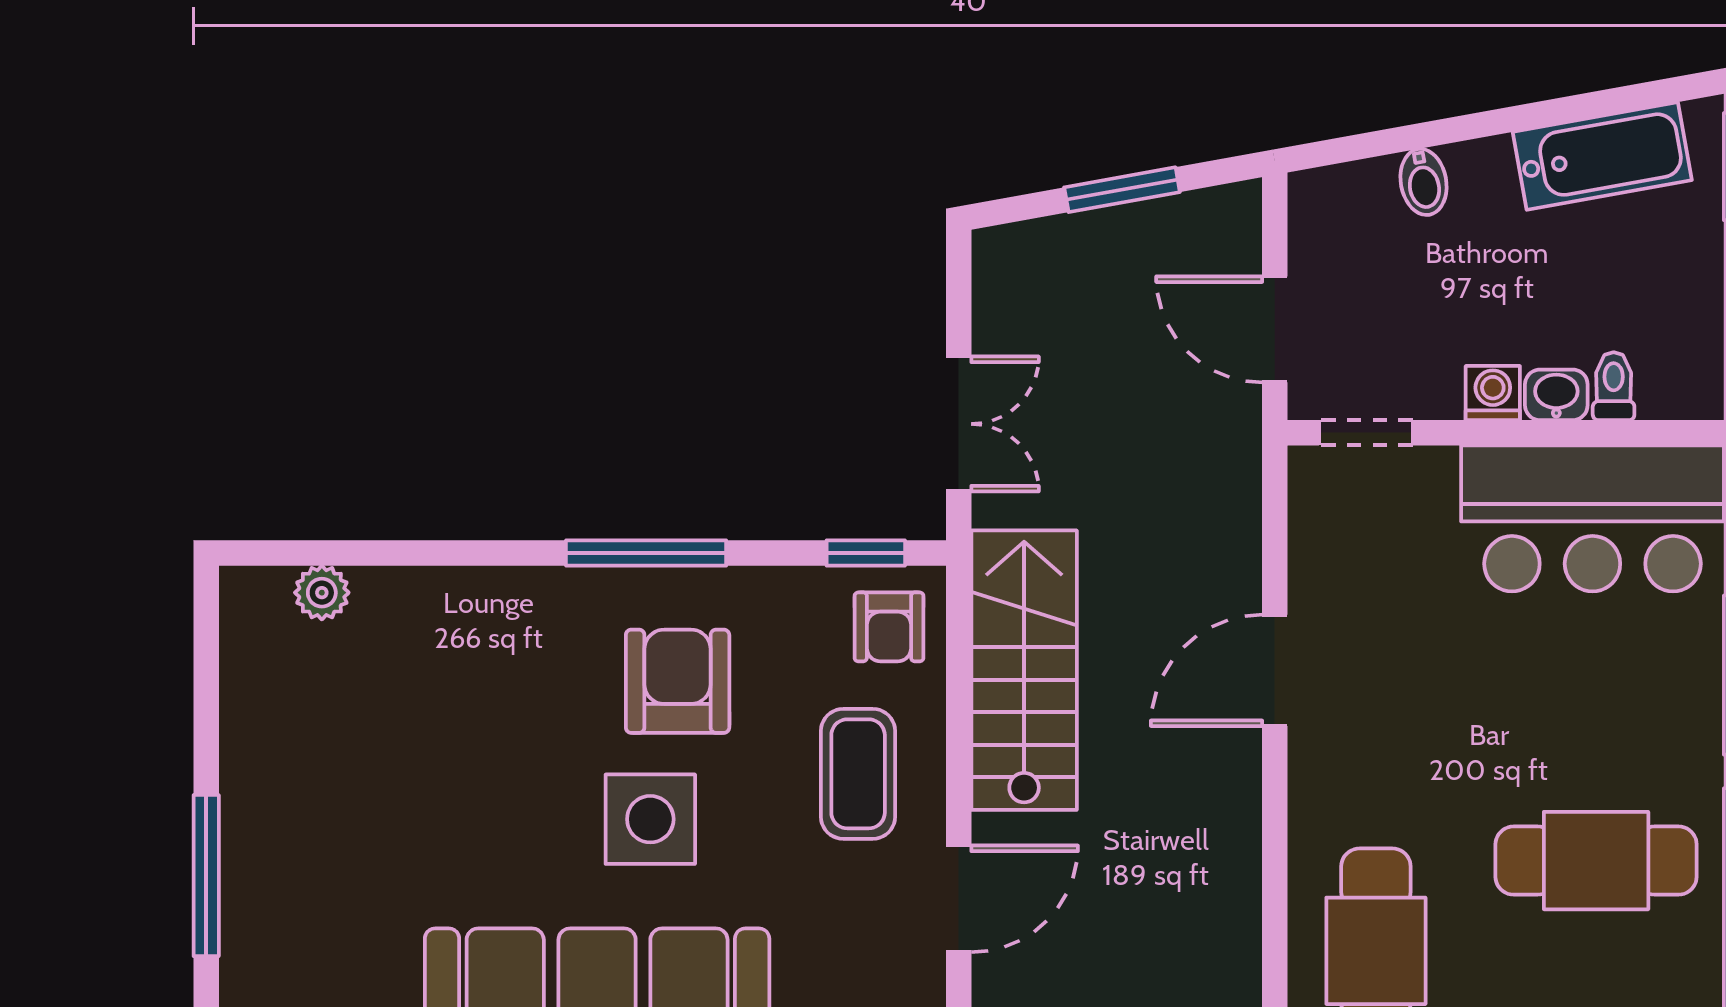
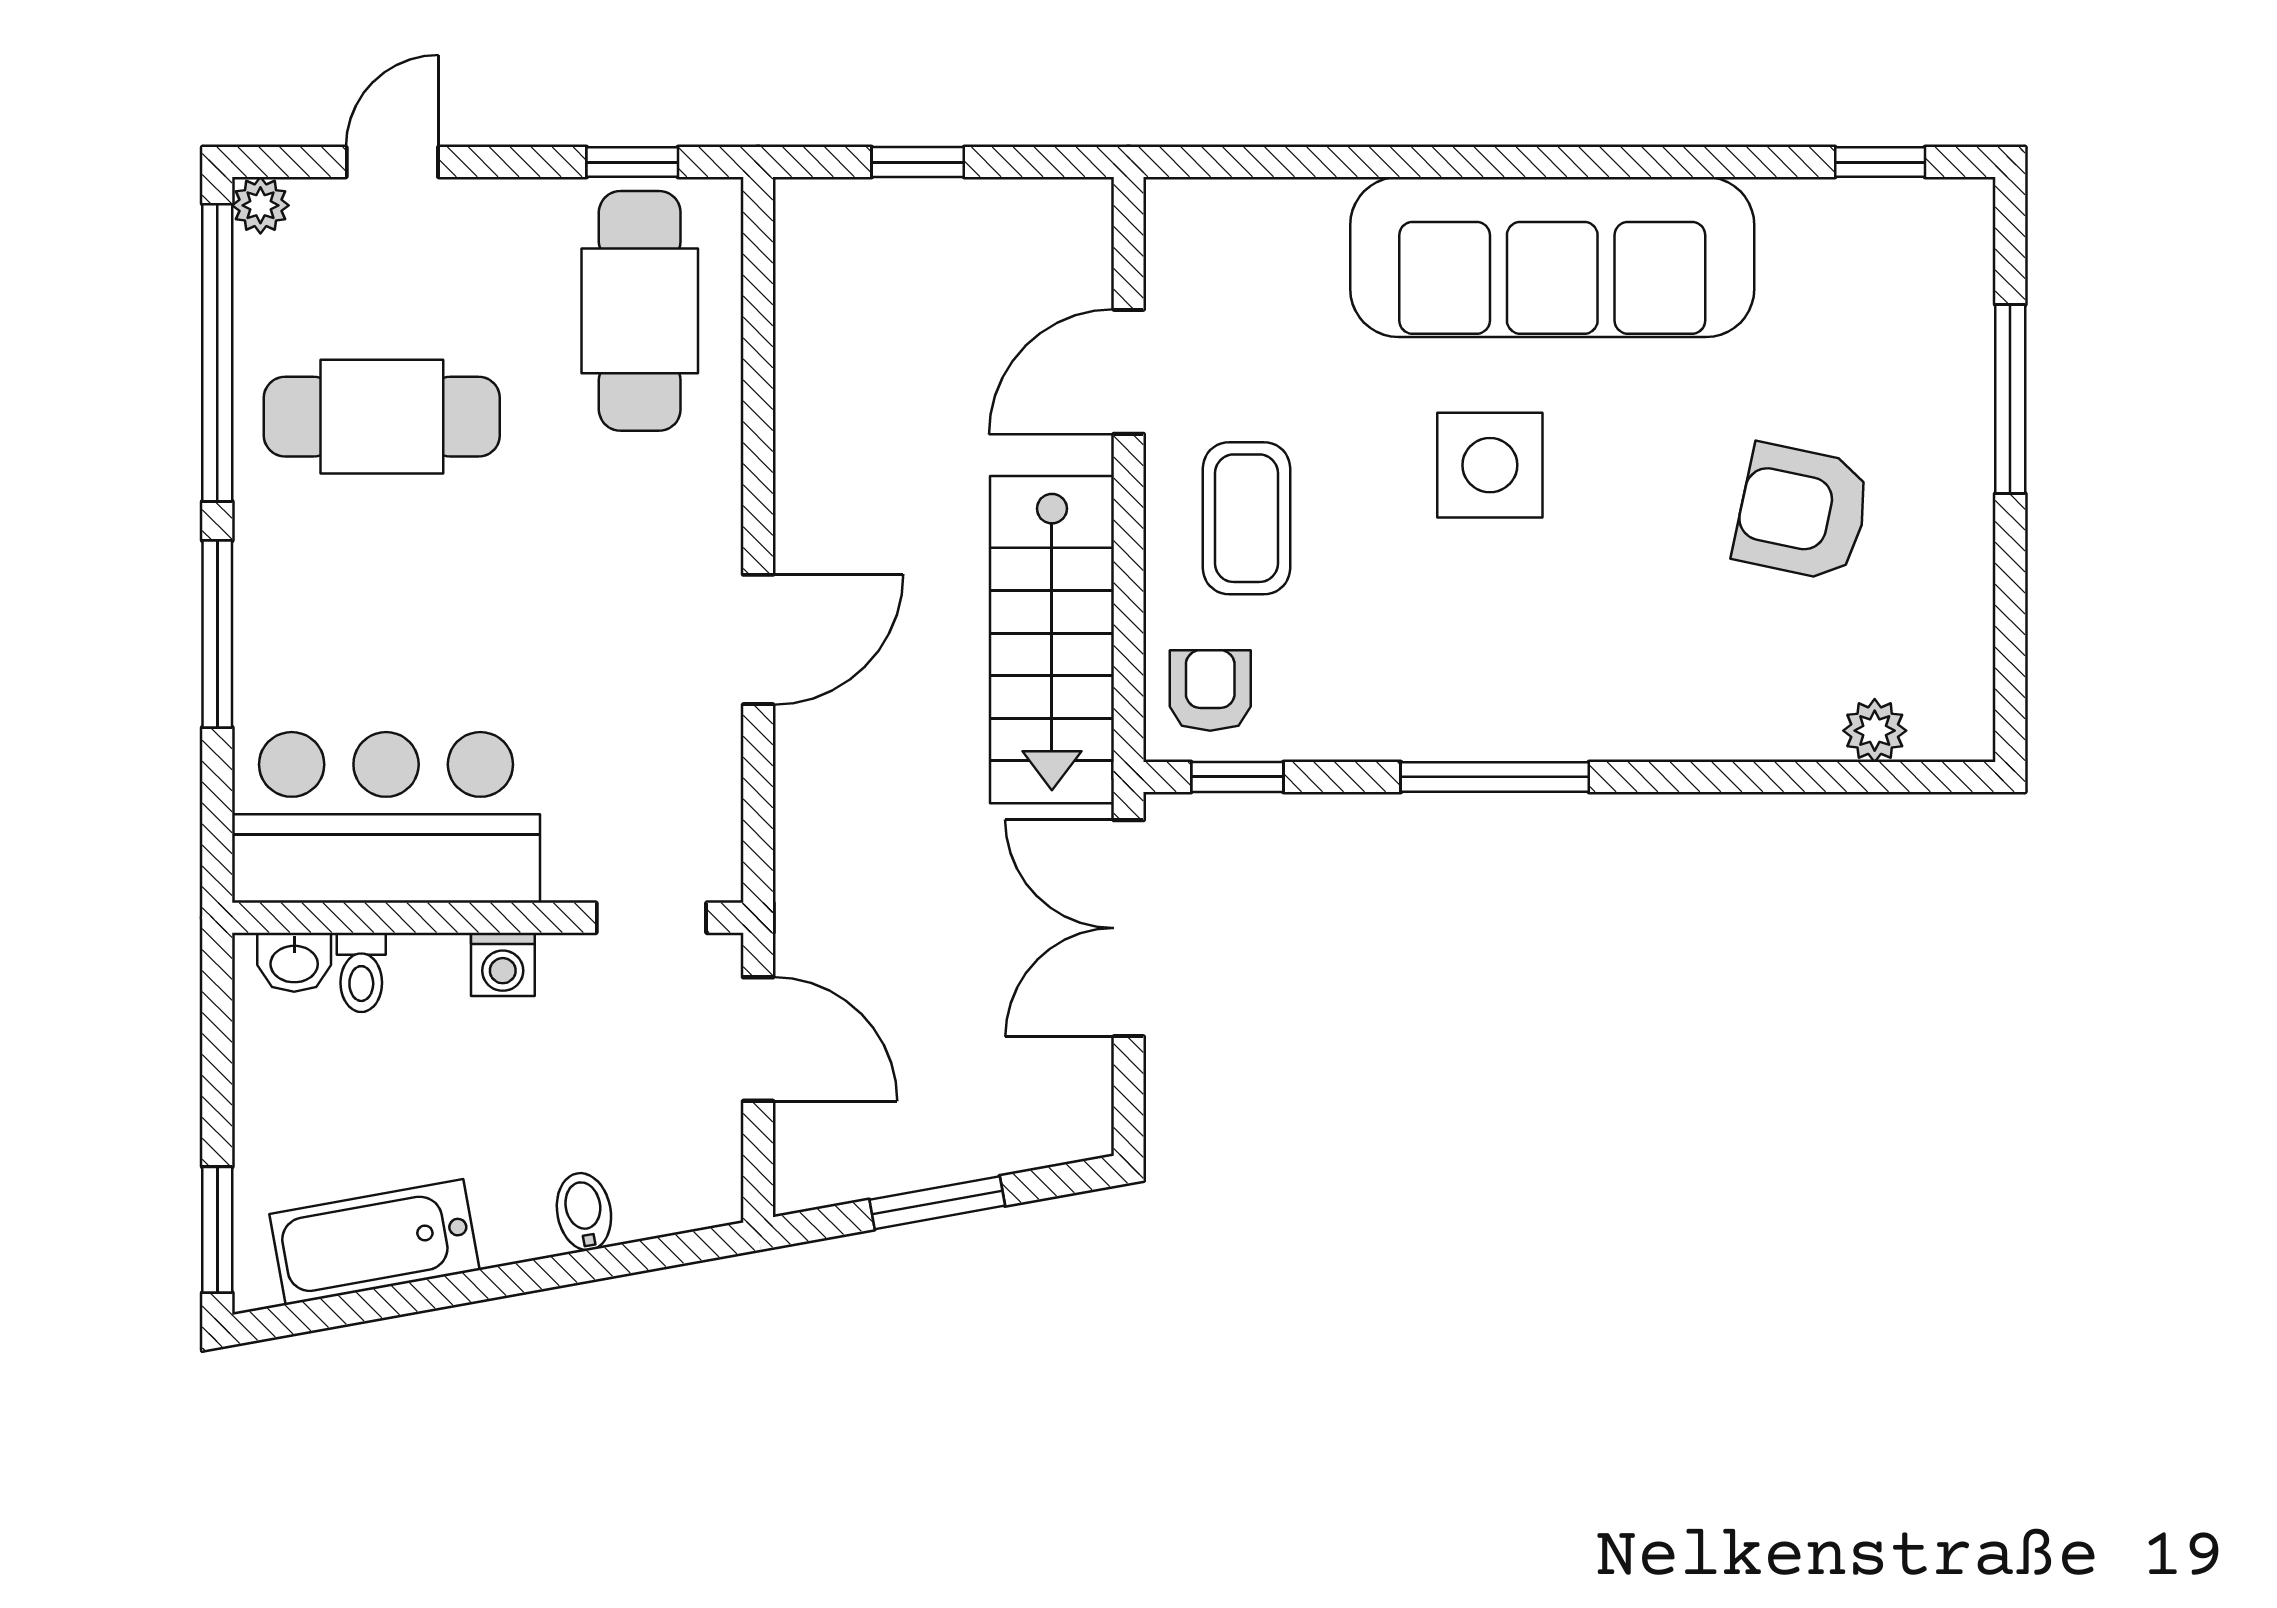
washbasin: (1556, 395) -> (294, 962), moved
double door: (959, 424) -> (1129, 928), width x1.37
armchair: (678, 681) -> (1802, 512), moved, turned 102

